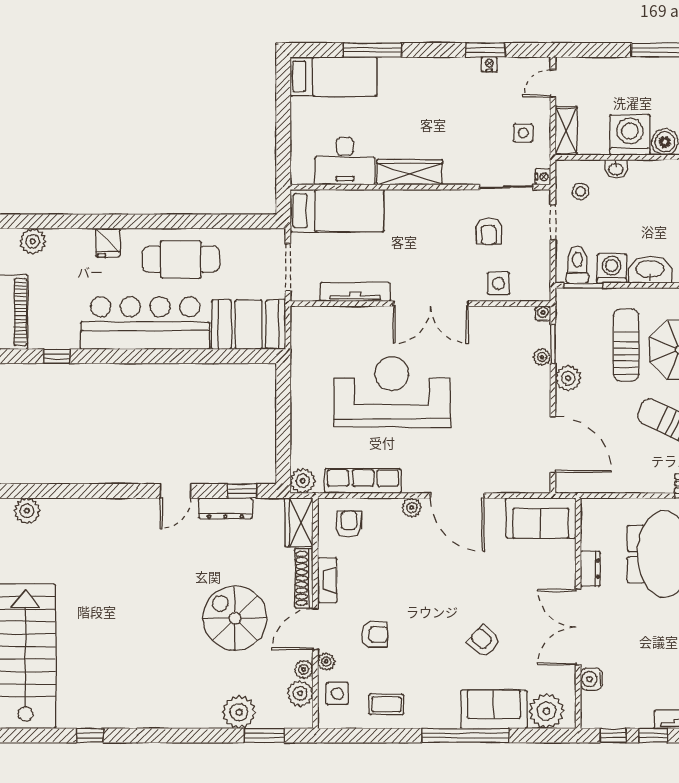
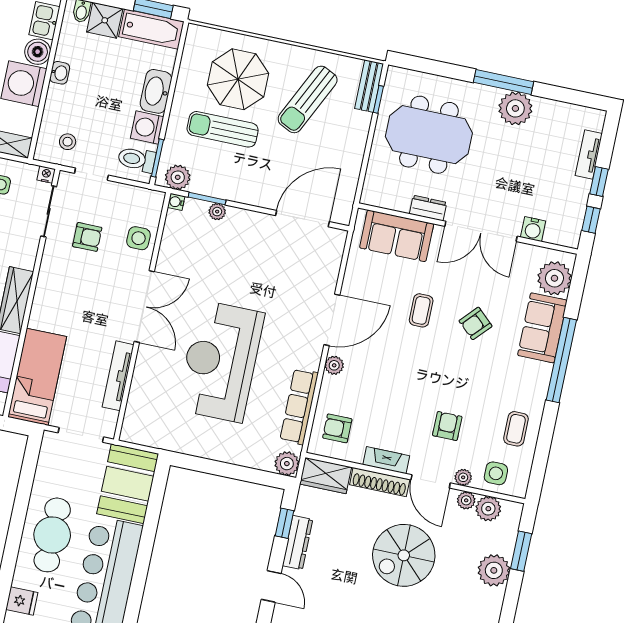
washbasin: (616, 169) -> (60, 73), moved
plant: (568, 378) -> (178, 177), moved
sofa: (541, 518) -> (397, 236), moved, turned 90
coffee table: (486, 584) -> (421, 310), added

